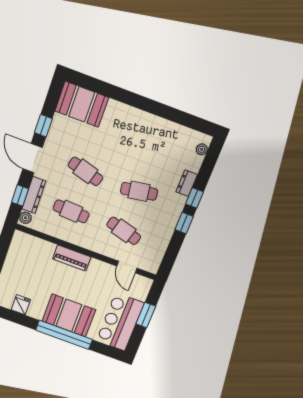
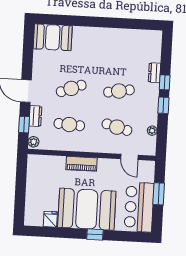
window: (43, 126) -> (27, 63), removed
plant: (202, 149) -> (152, 131), moved
cafe table: (85, 171) -> (71, 88), turned -36
dresser: (34, 195) -> (35, 116), width x0.70
booth: (69, 315) -> (87, 209), width x1.36, depth x1.42
window: (64, 335) -> (95, 235), width x0.32

